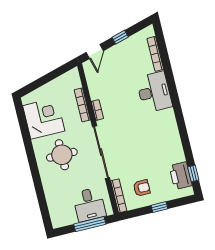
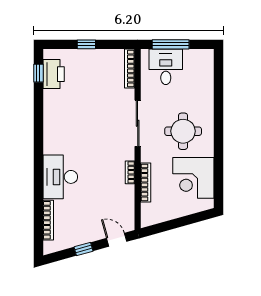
door: (95, 52) -> (117, 240), hinge flipped
sliding door: (101, 152) -> (138, 123), width x0.73
armchair: (142, 188) -> (101, 71), removed

